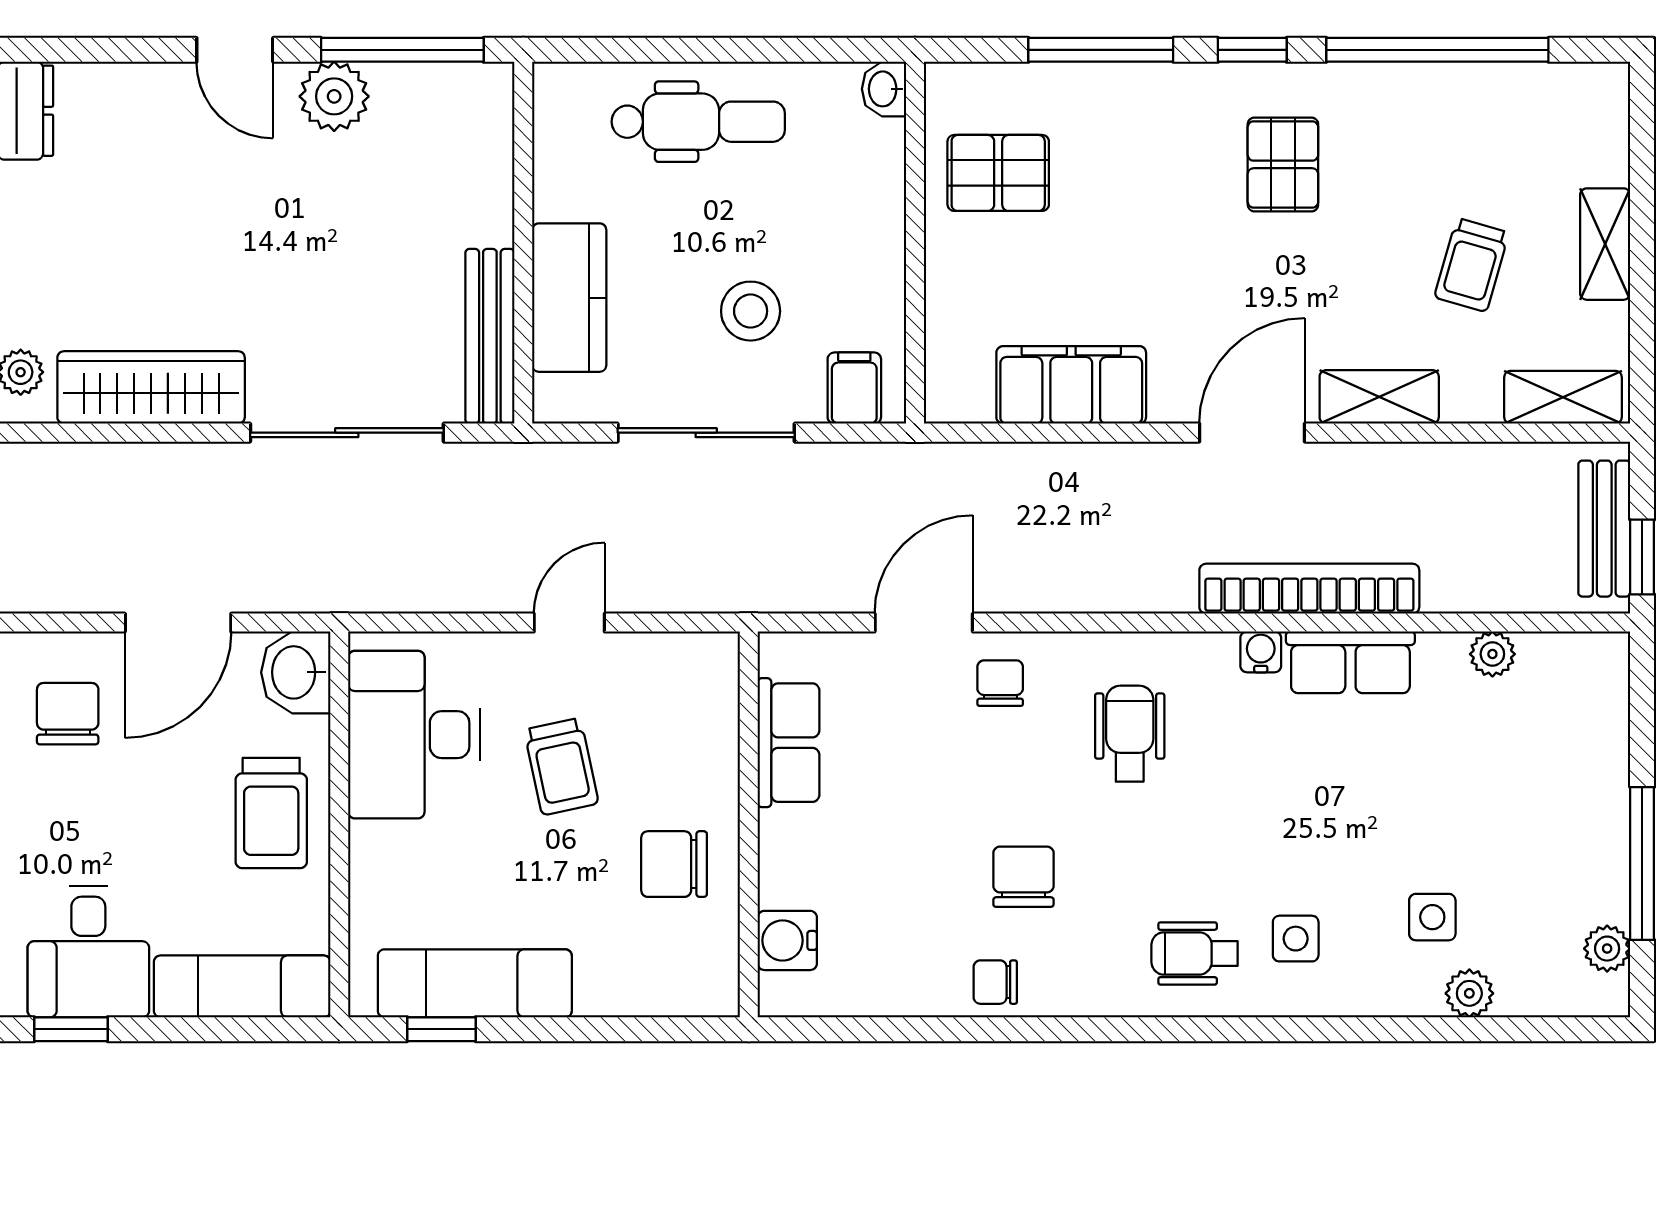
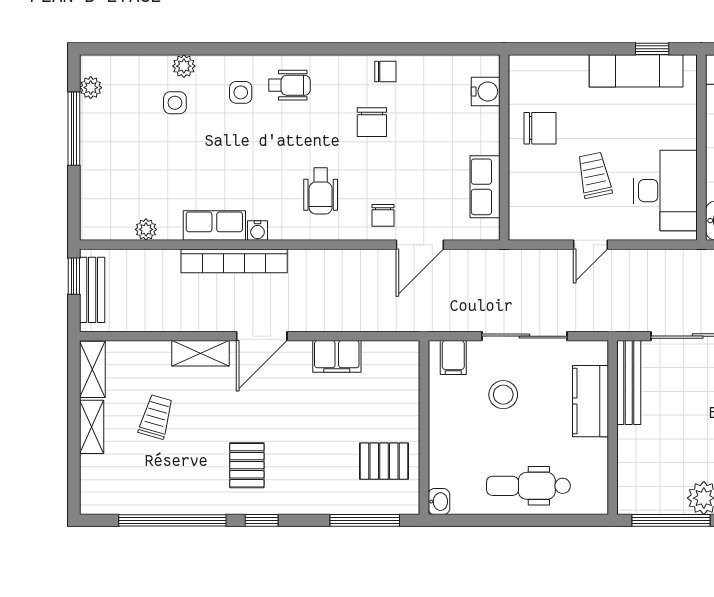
window: (1101, 50) -> (365, 520), moved
filing cabinet: (1071, 385) -> (337, 356), width x0.67, depth x0.86
shelving: (1563, 397) -> (92, 369), moved, turned 90
plant: (1469, 993) -> (184, 66), moved

